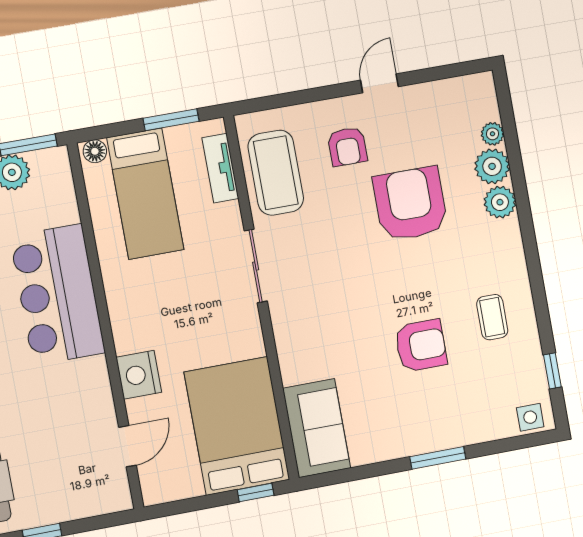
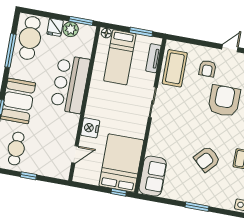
armchair: (421, 346) -> (207, 159), turned 132

